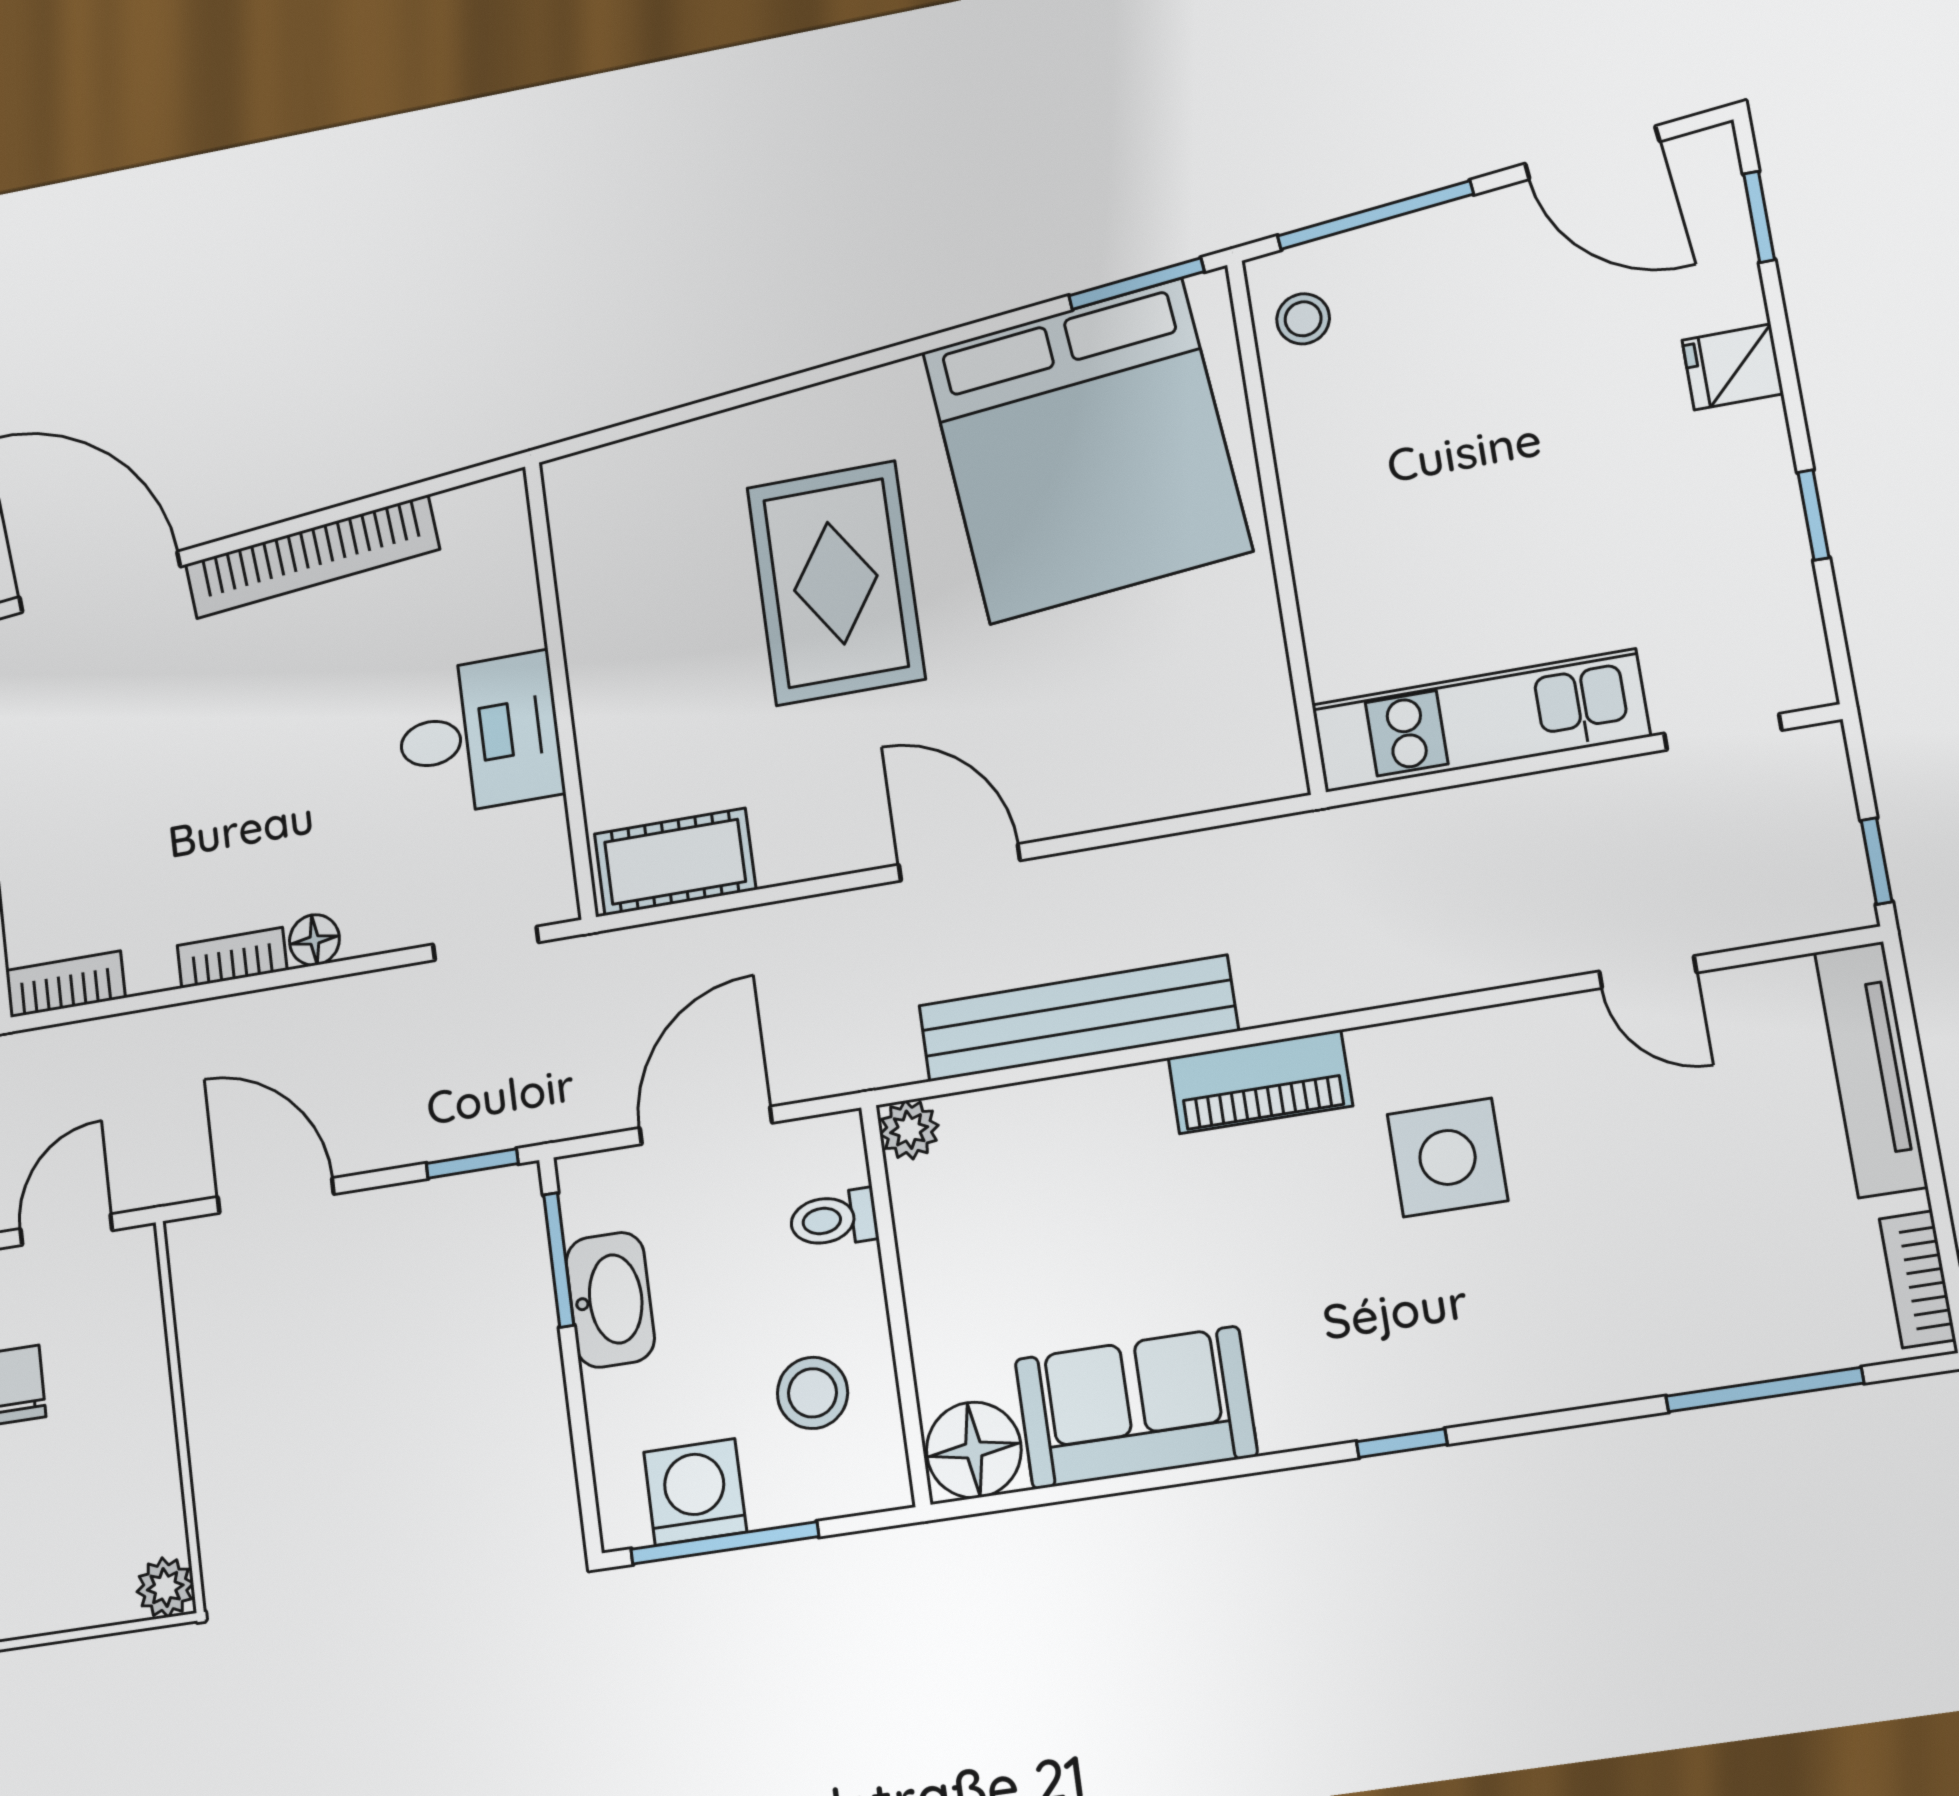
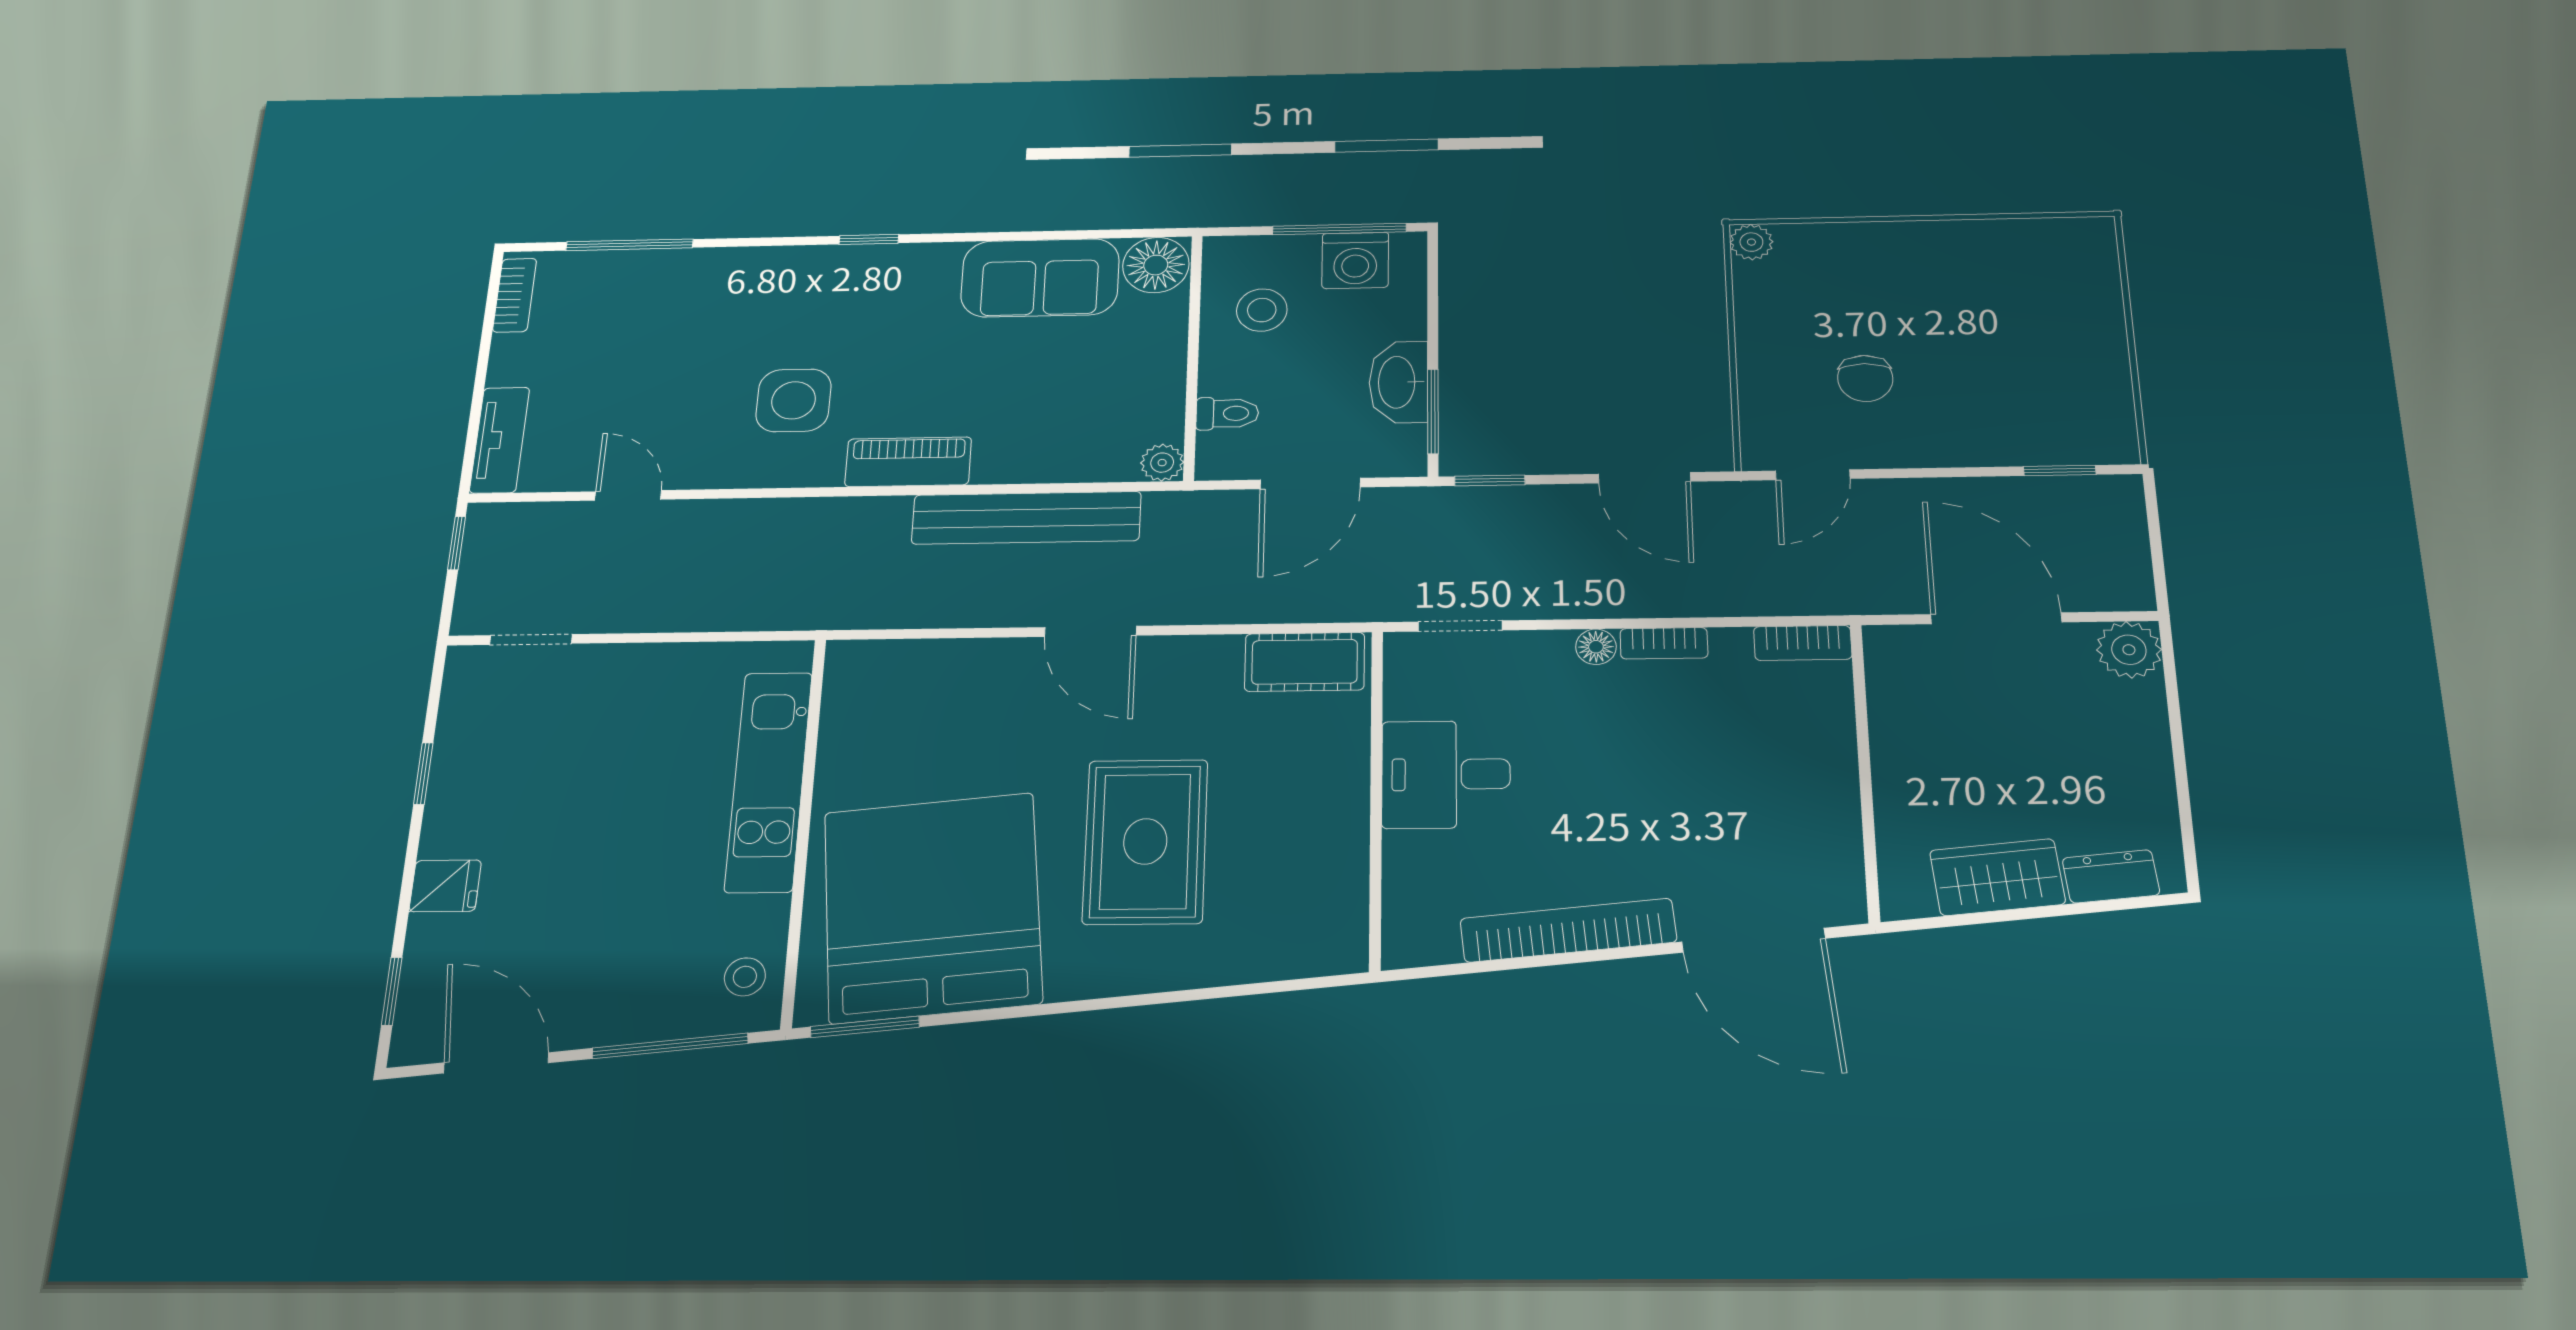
kitchen unit: (1481, 720) -> (769, 781), moved, turned 90
tv unit: (1871, 1069) -> (500, 440), width x0.71

